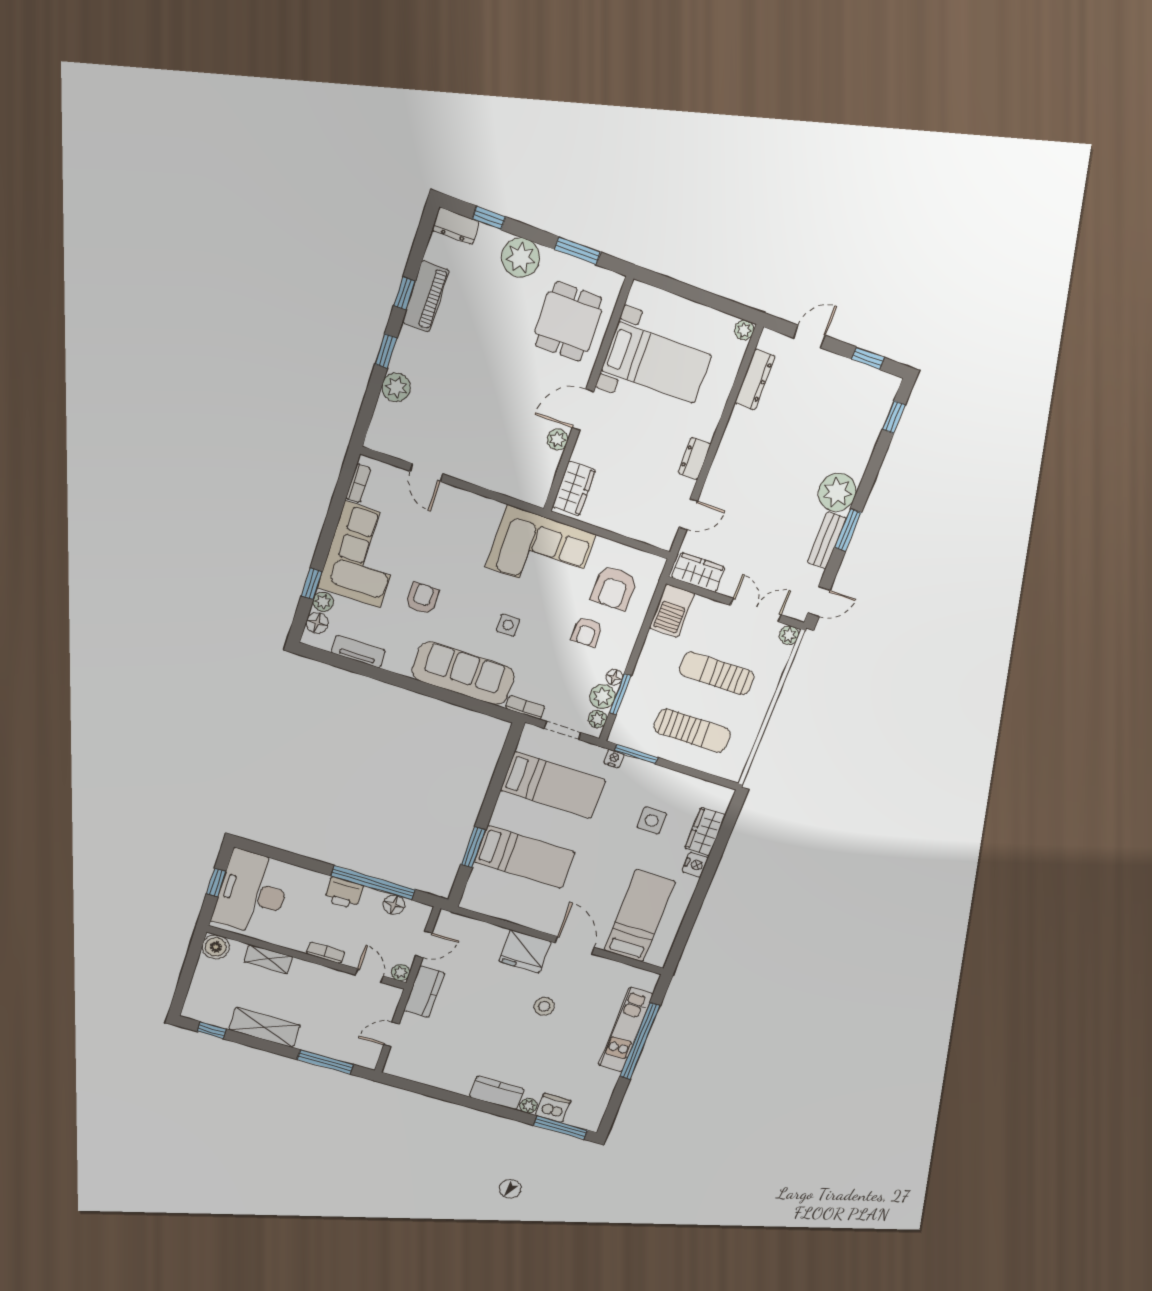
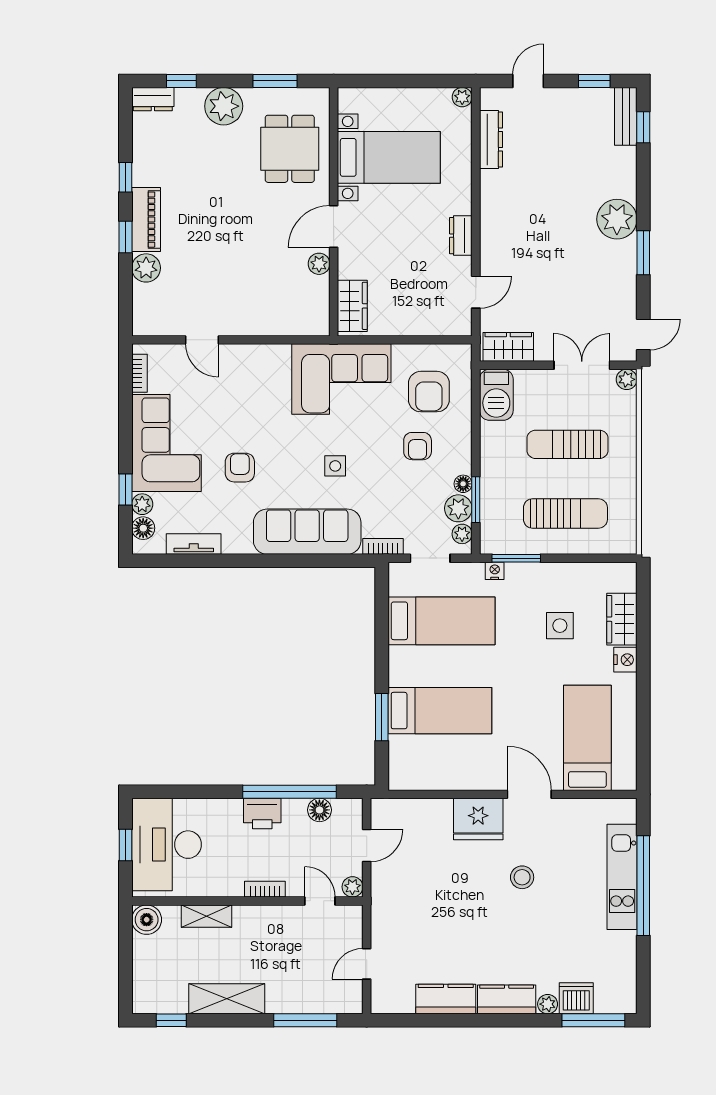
piano: (426, 296) -> (146, 220), moved
bench: (827, 540) -> (626, 116), moved
kitchen counter: (424, 992) -> (446, 999), moved, turned -90

